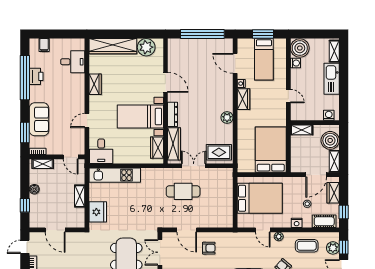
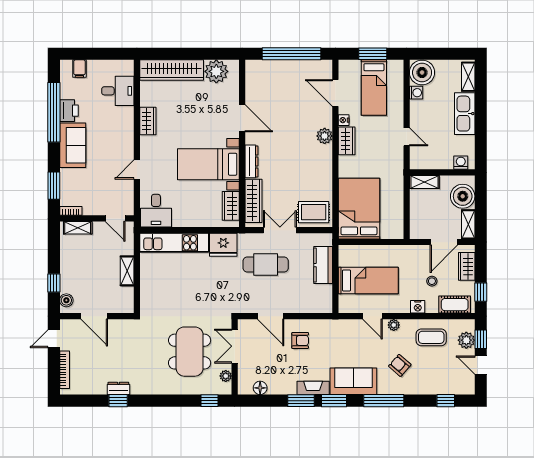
plant: (227, 118) -> (325, 136), moved
sofa: (39, 119) -> (73, 145), moved
bed: (271, 150) -> (359, 209), moved
boiler: (34, 189) -> (66, 300), moved
kitchen counter: (226, 192) -> (323, 265), added
bed: (260, 198) -> (368, 280), width x0.67
fridge: (98, 212) -> (223, 245), moved, turned 90

